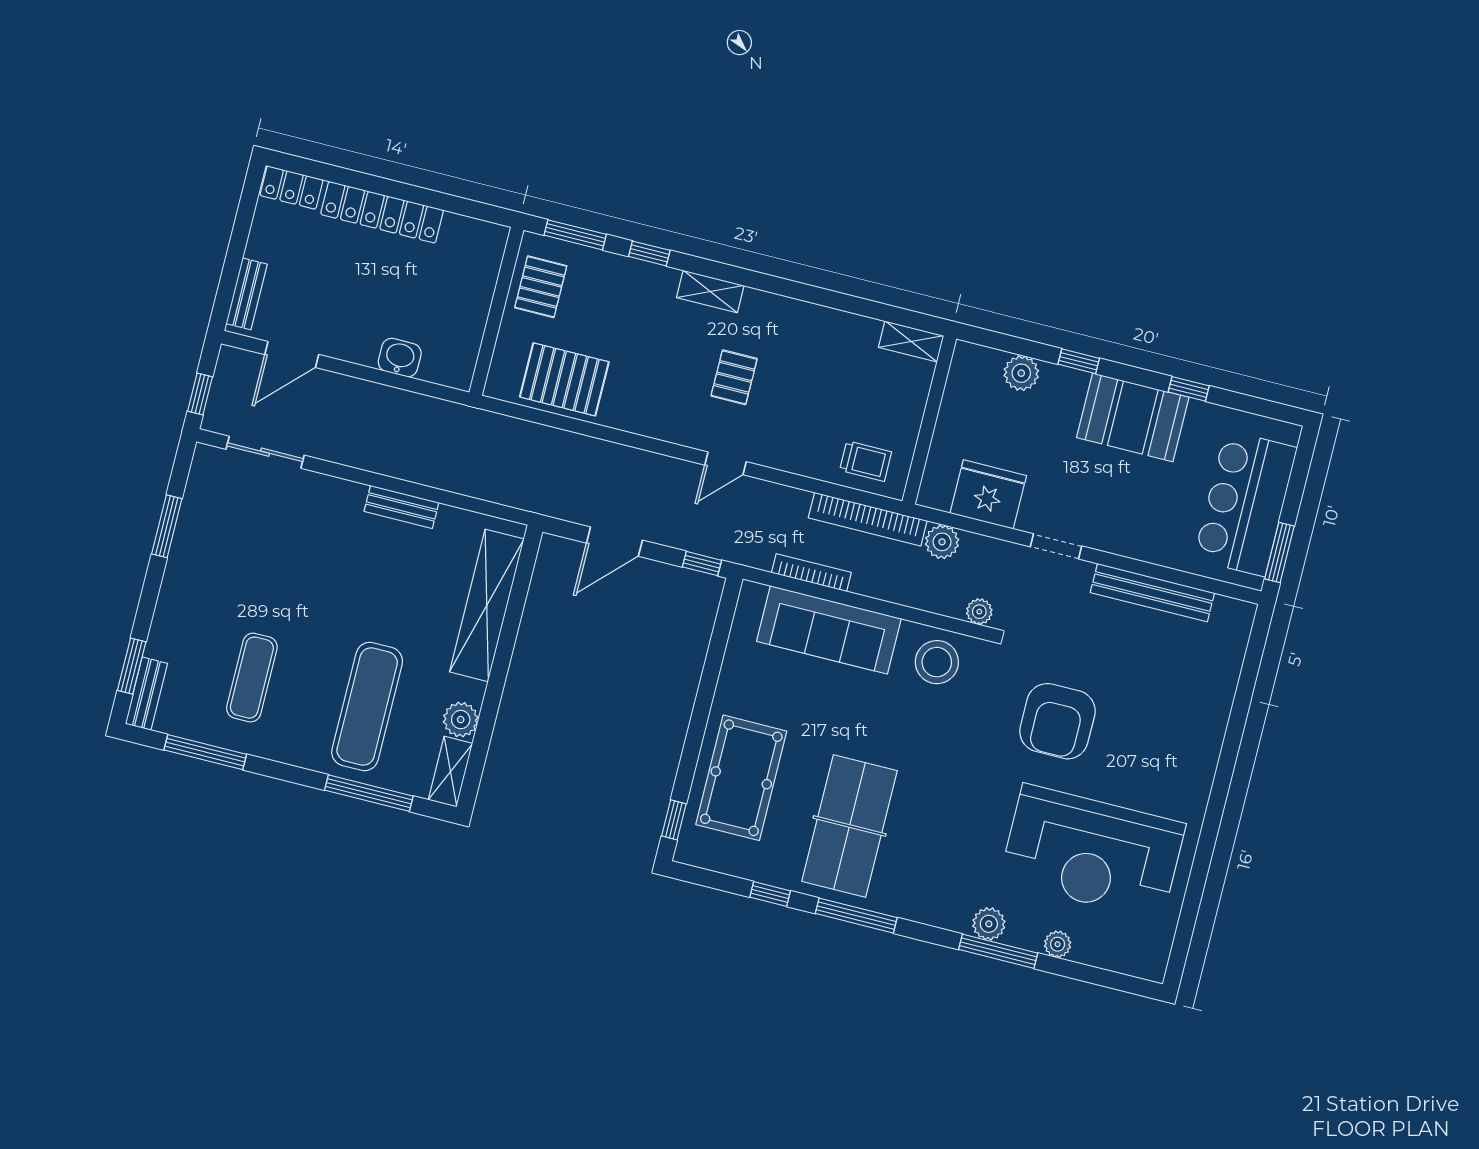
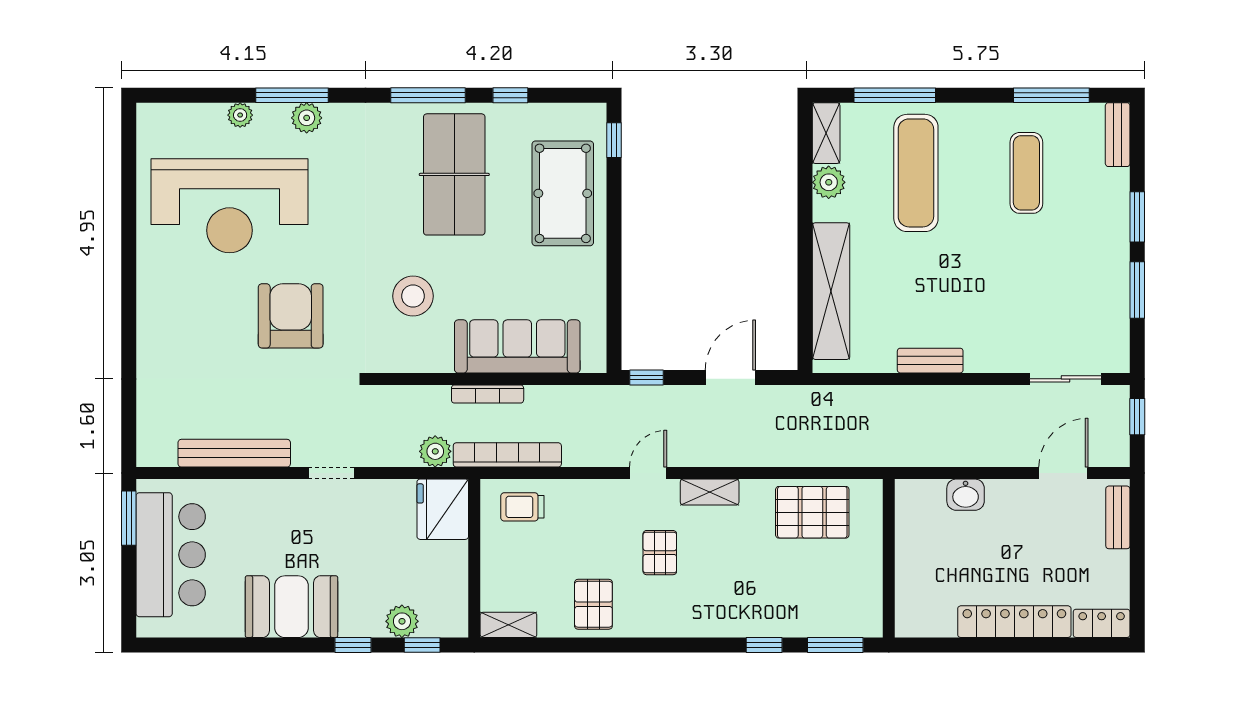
pallet: (541, 287) -> (593, 604), moved
shelving: (710, 291) -> (710, 492), moved
window: (1189, 389) -> (422, 645), moved
fridge: (988, 494) -> (443, 509), moved, turned 90
bookcase: (811, 573) -> (488, 394), moved
plant: (979, 612) -> (386, 397), removed
stool: (937, 662) -> (413, 296), moved
window: (132, 666) -> (1137, 217), moved
reception desk: (1092, 852) -> (229, 206), turned 180

